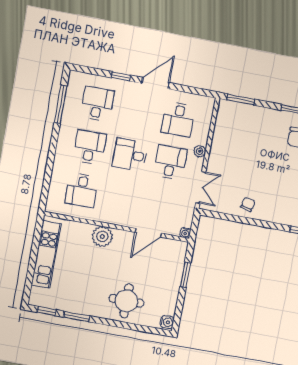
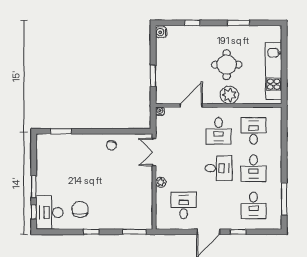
desk: (170, 162) -> (219, 131), moved
round table: (126, 301) -> (227, 65), moved
window: (46, 311) -> (192, 23), moved

